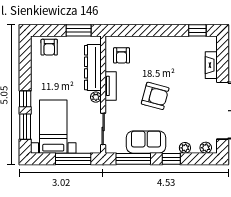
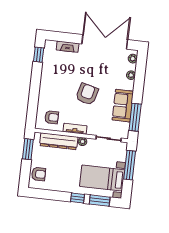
window: (171, 159) -> (139, 87), removed

